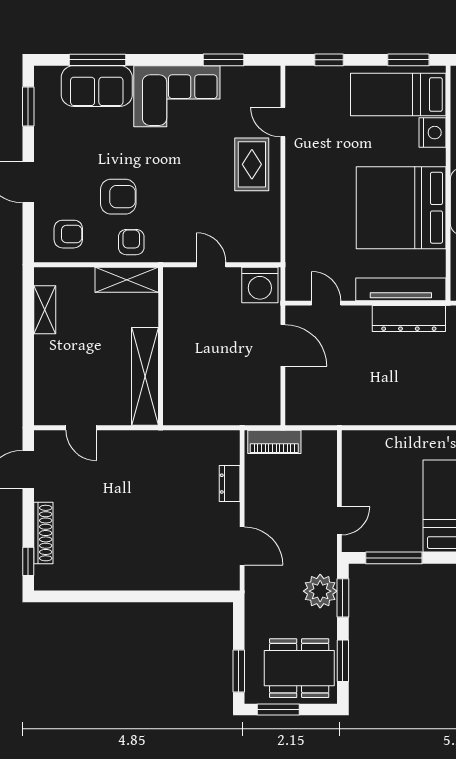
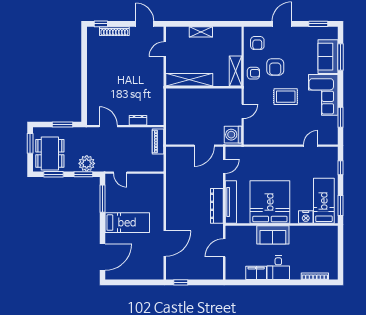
rug: (252, 164) -> (286, 97), moved
shelving: (45, 310) -> (201, 32), moved
door: (242, 546) -> (108, 126), swing flipped
window: (239, 671) -> (62, 125), moved

